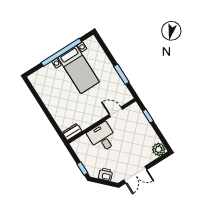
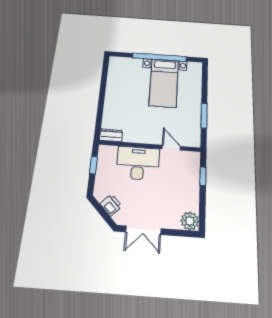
desk: (102, 137) -> (138, 163), width x1.37
window: (82, 169) -> (93, 165), moved

